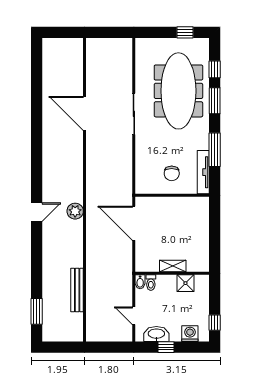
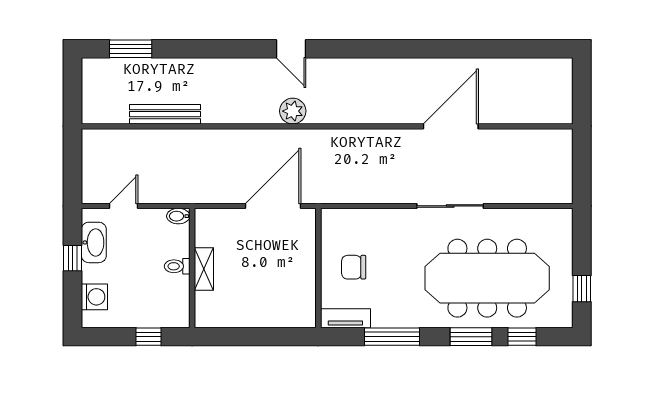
tv unit: (203, 172) -> (345, 318), width x0.71
toilet: (151, 283) -> (177, 266), moved
shower: (185, 283) -> (176, 289), removed
window: (215, 323) -> (149, 337), moved

